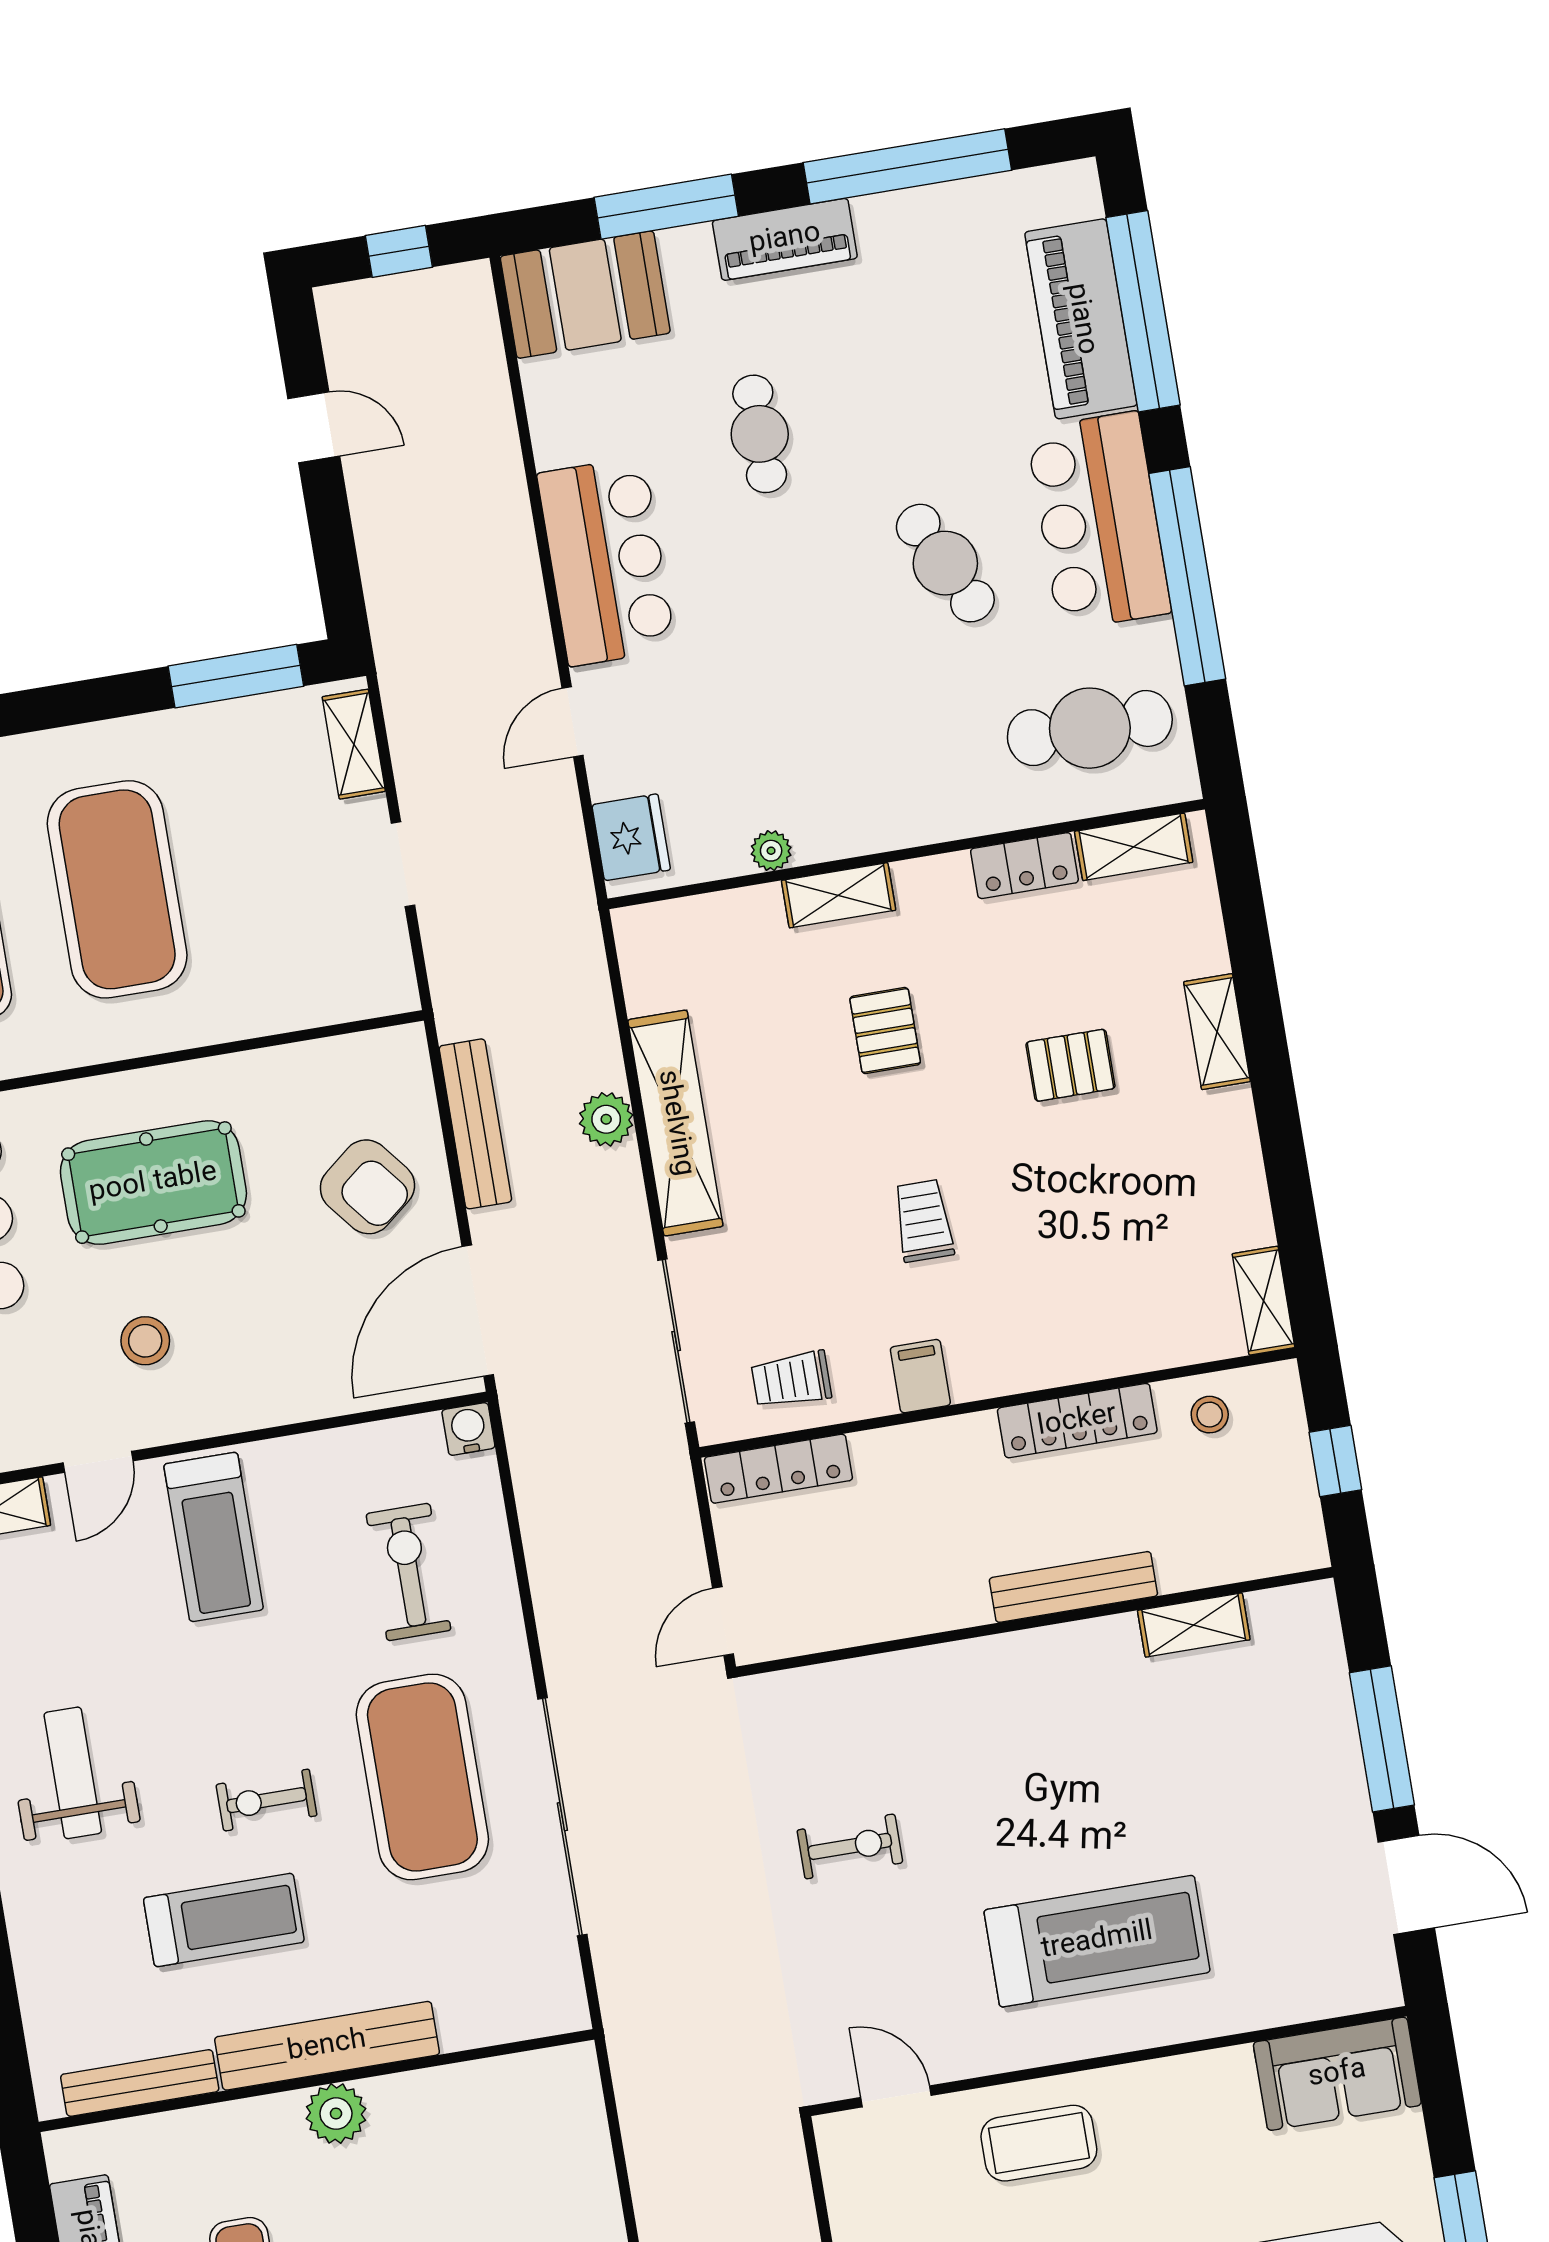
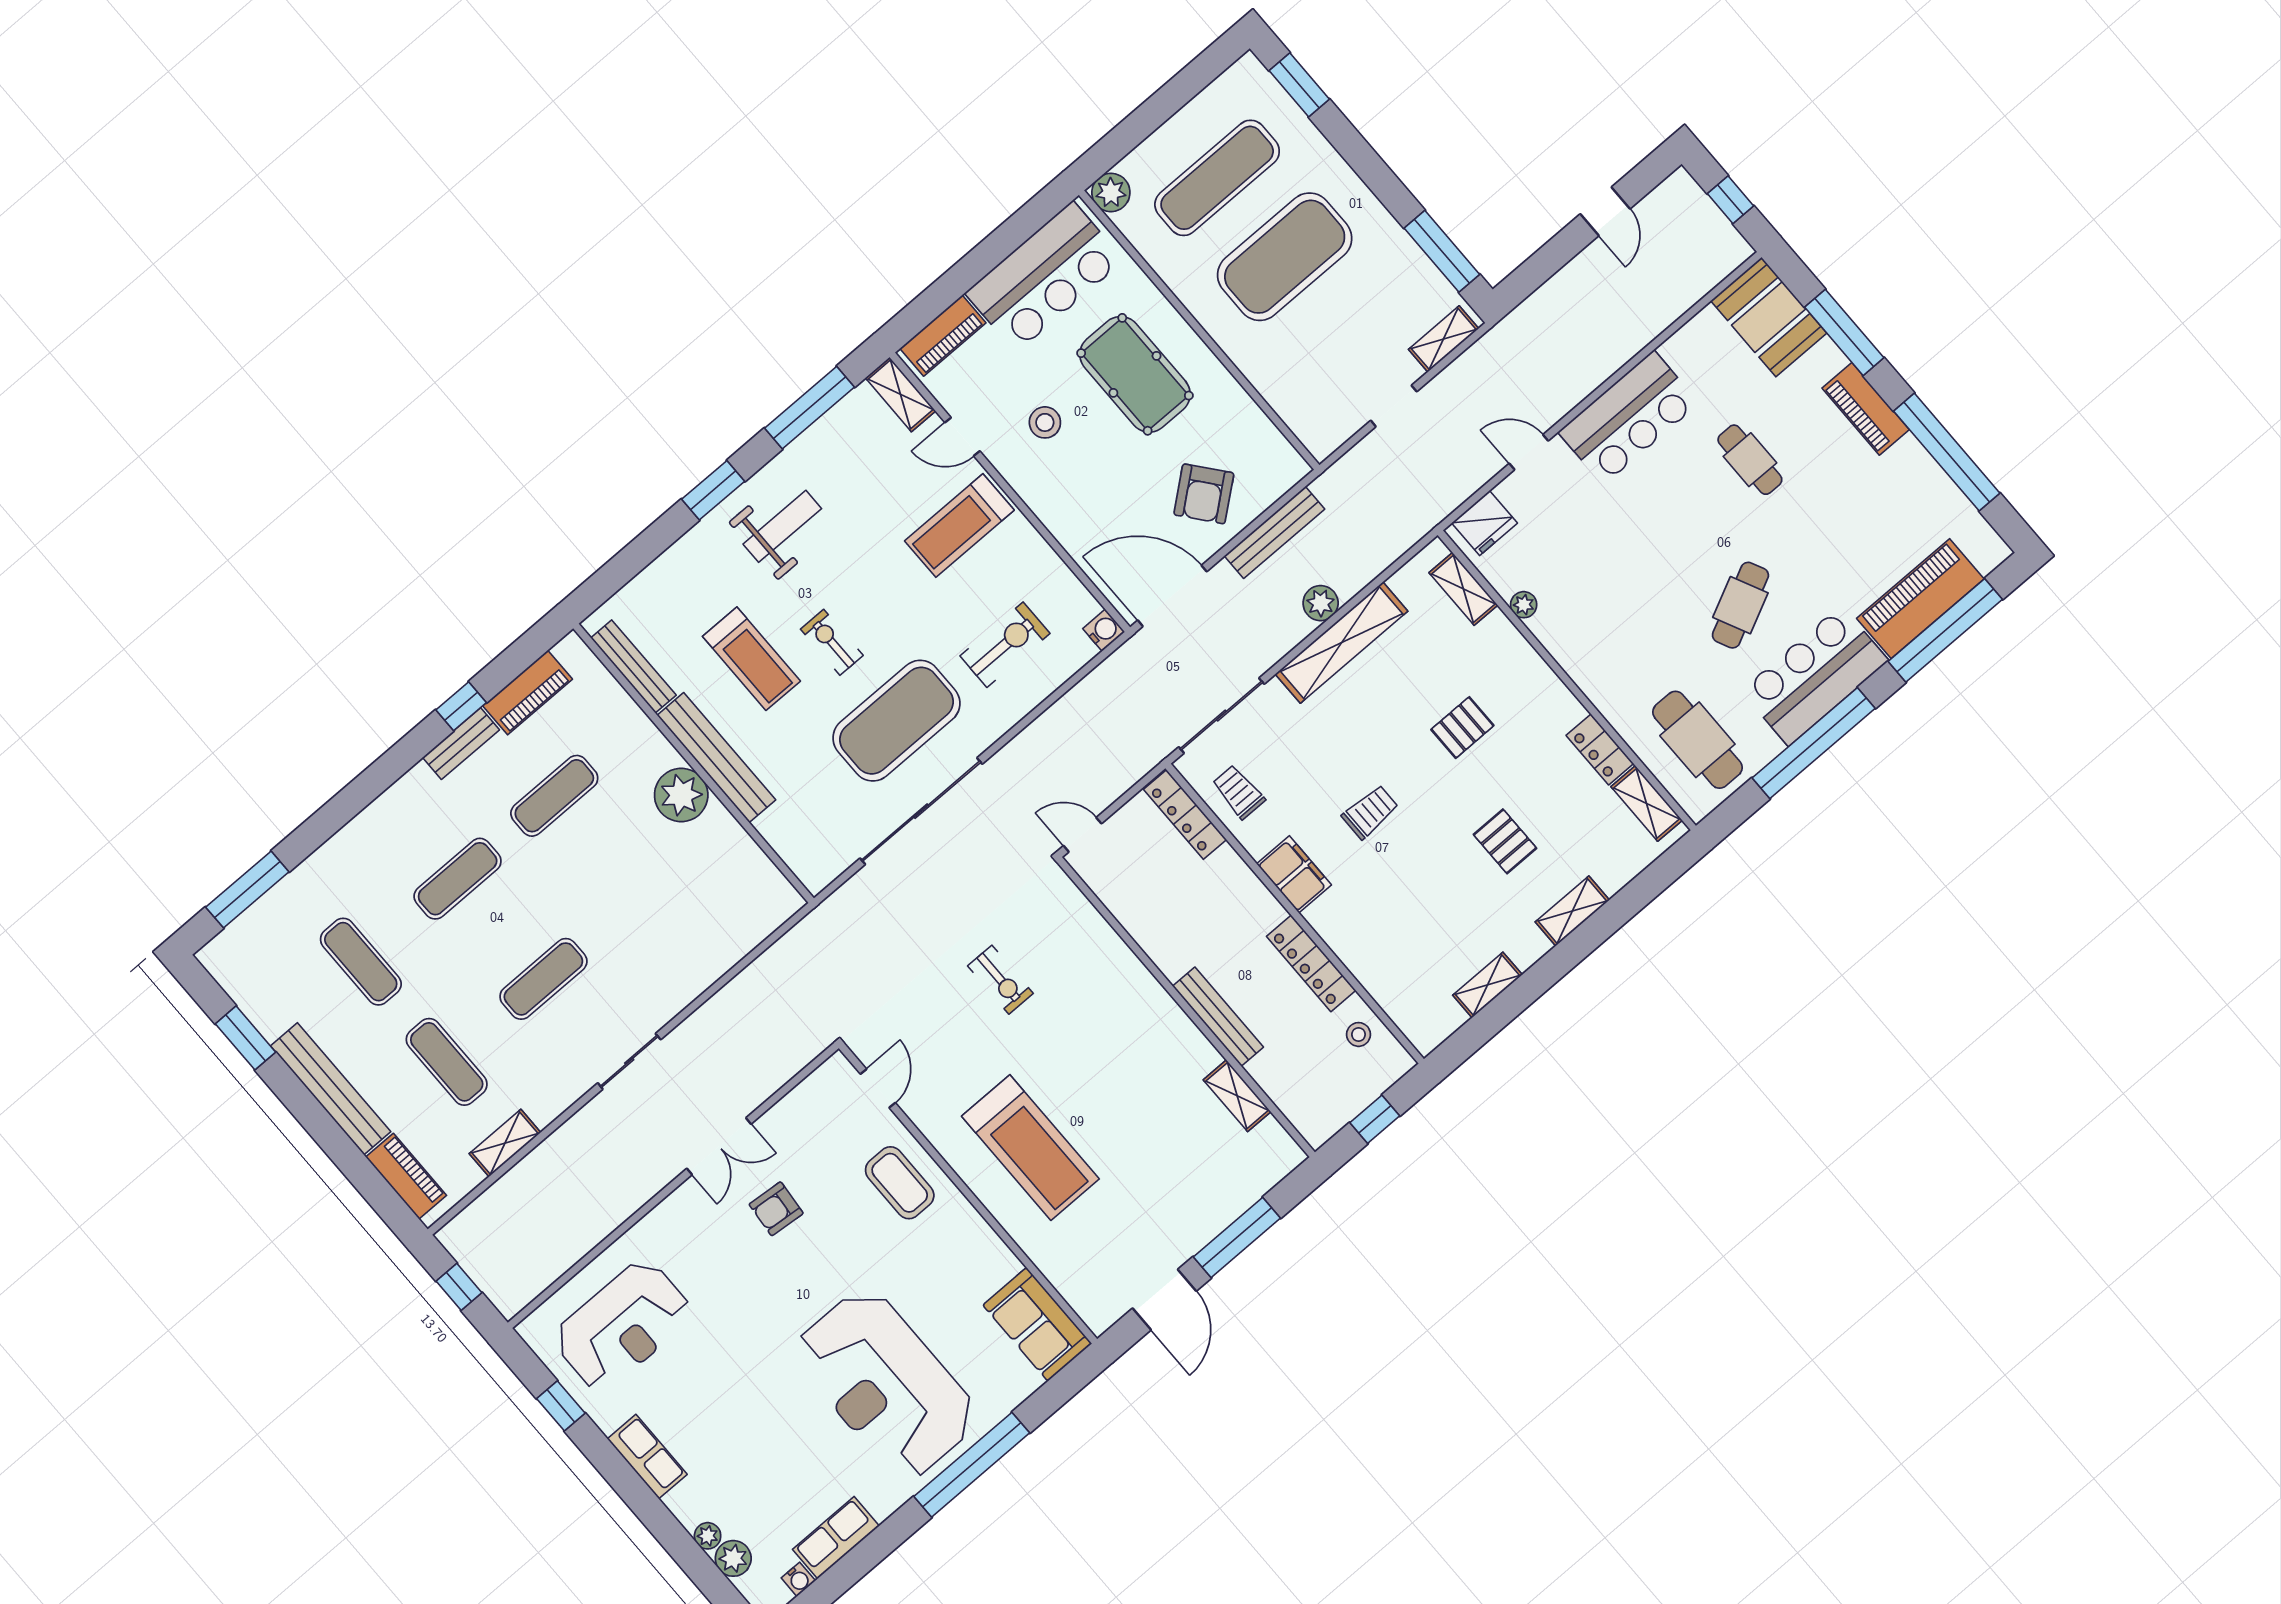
cafe table: (760, 434) -> (1750, 460), turned 90
shelving: (839, 895) -> (1463, 589), moved
shelving: (1264, 1301) -> (1487, 985), moved
filing cabinet: (920, 1376) -> (1294, 874), width x2.00
plant: (336, 2114) -> (681, 795), width x1.36, depth x1.36

